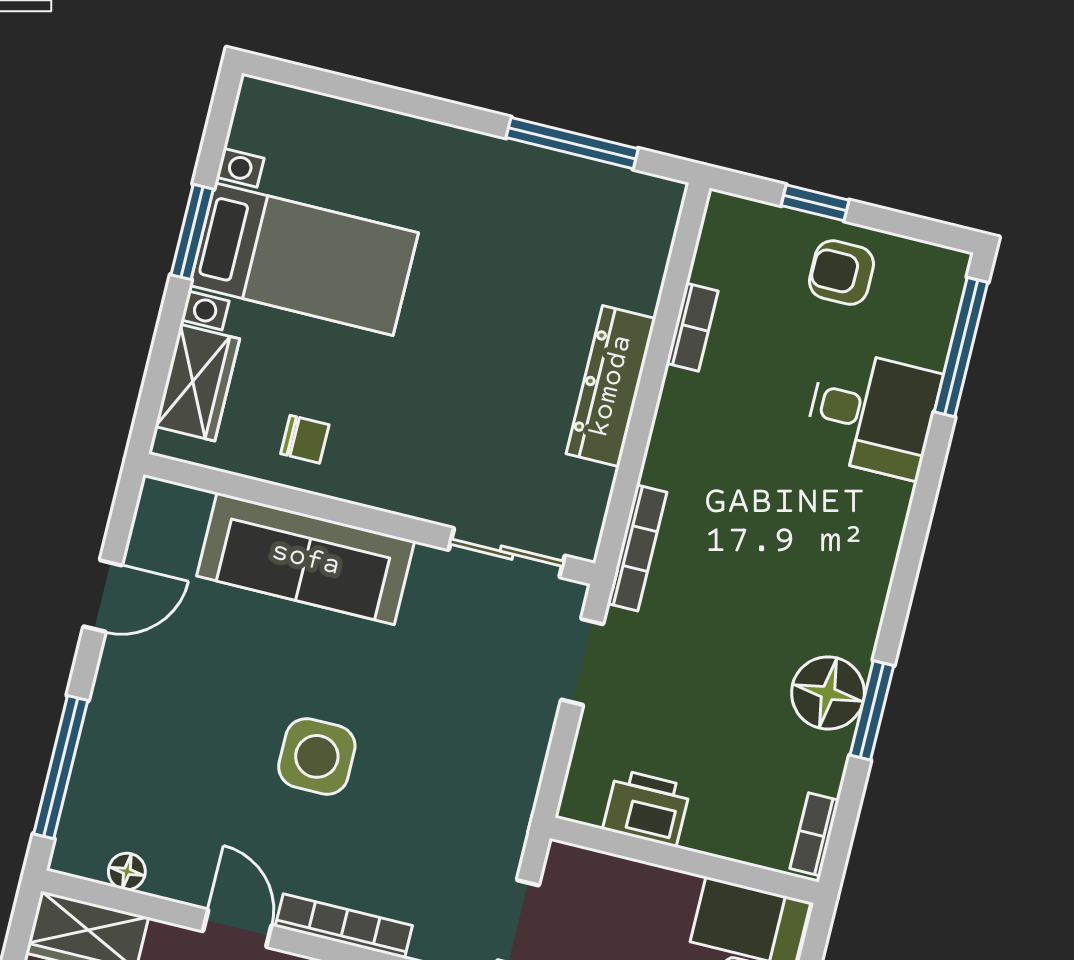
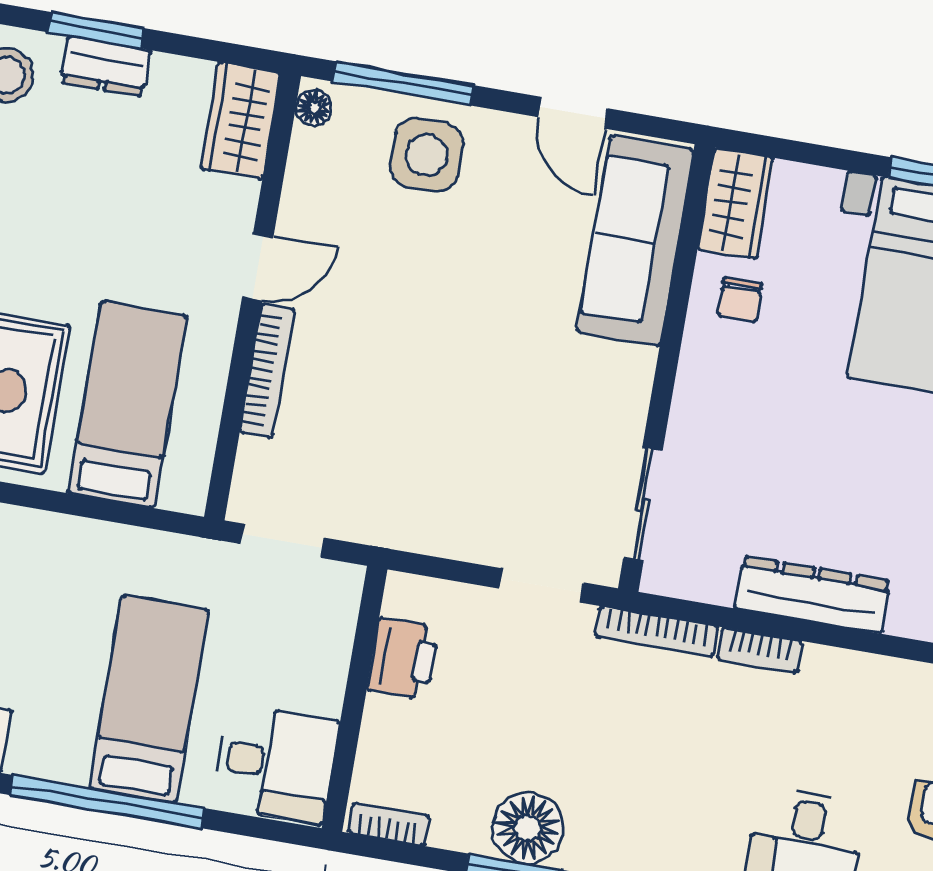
bookcase: (692, 327) -> (760, 650), moved
wardrobe: (197, 383) -> (736, 204), moved, turned -90
sofa: (306, 559) -> (635, 241), moved
side table: (317, 756) -> (427, 155), moved
floor lamp: (127, 871) -> (314, 108), moved

